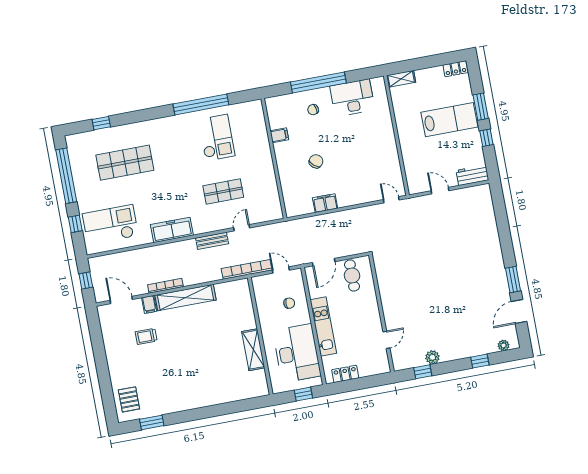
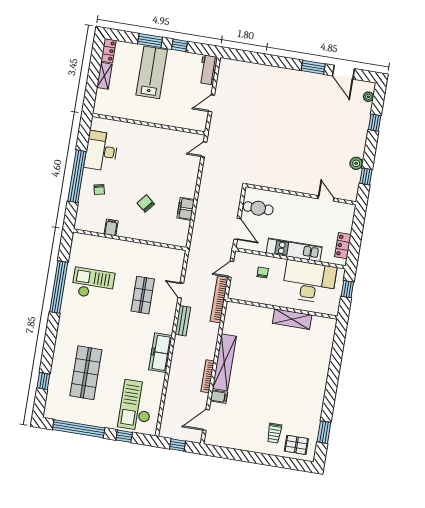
shelving: (401, 79) -> (104, 76), moved
trolley: (146, 336) -> (274, 433), moved

